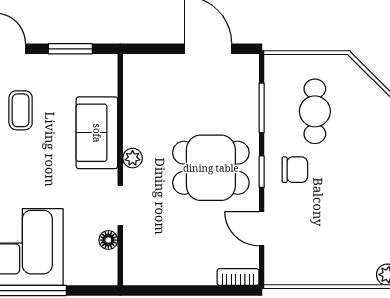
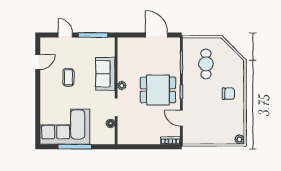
window: (70, 49) -> (93, 35), width x1.44
coffee table: (21, 110) -> (68, 77), moved
chair: (295, 170) -> (228, 94), moved

